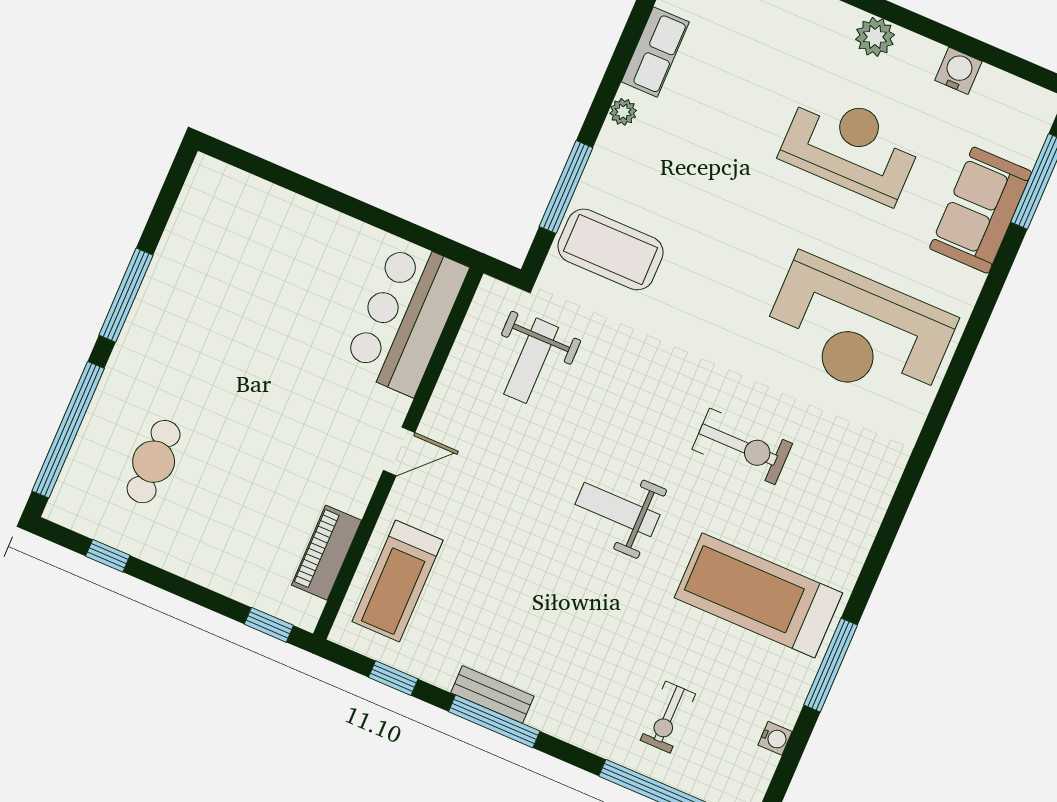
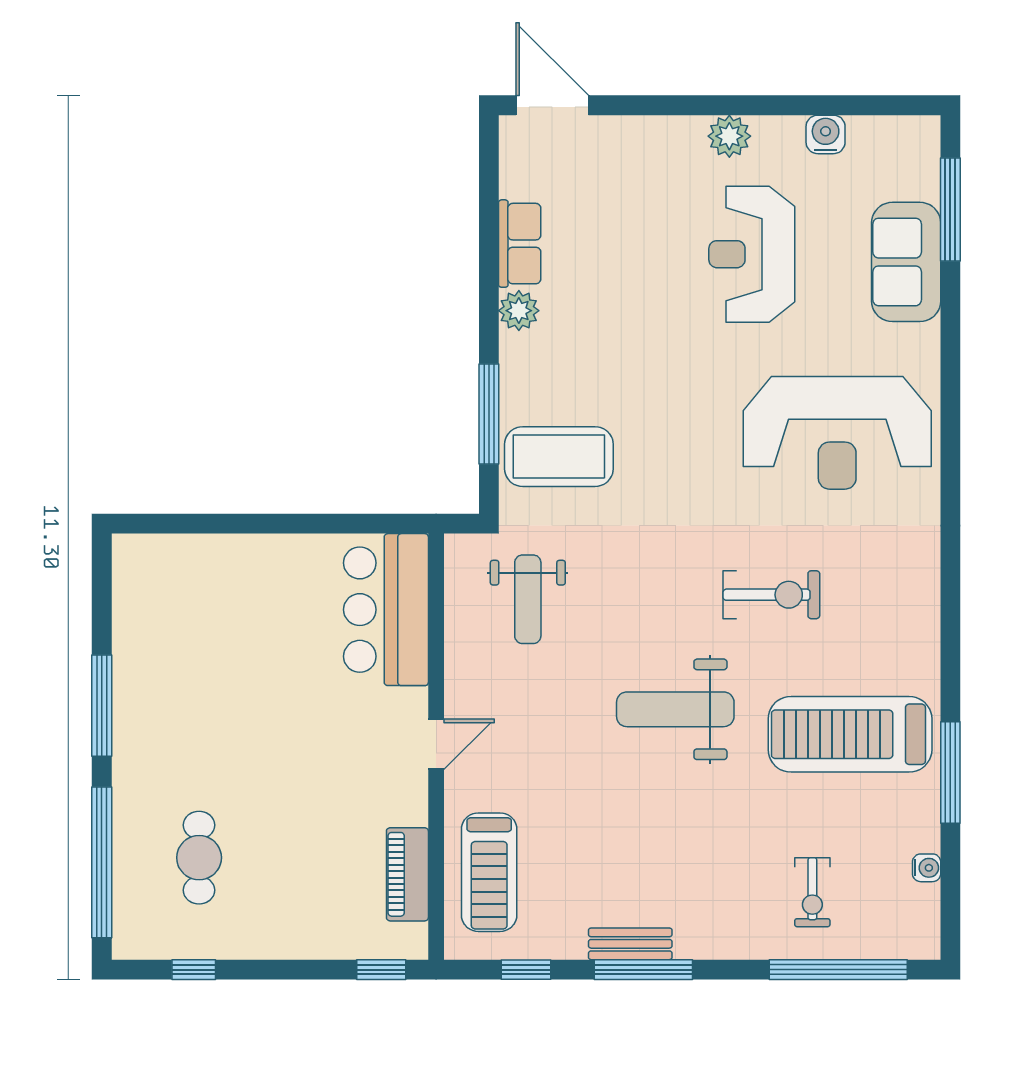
plant: (623, 112) -> (519, 311), width x1.38, depth x1.38
reception desk: (851, 147) -> (752, 254), turned -90
weight bench: (617, 509) -> (675, 709), width x1.36, depth x1.33

